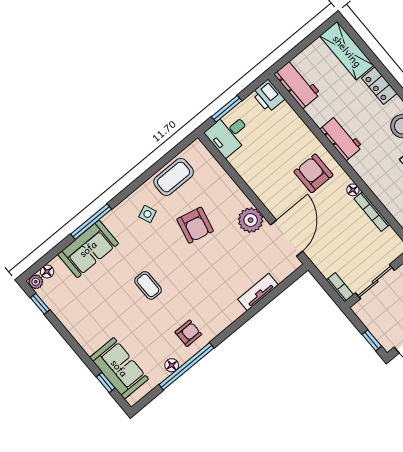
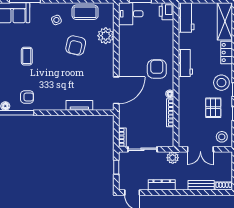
plant: (251, 220) -> (106, 36), moved
window: (372, 340) -> (116, 167), moved

